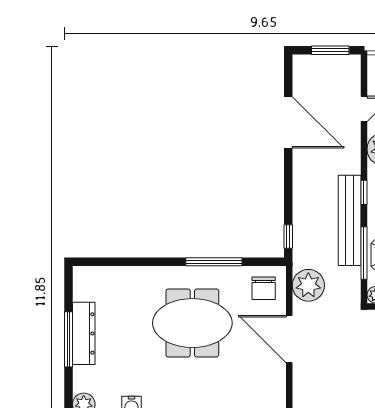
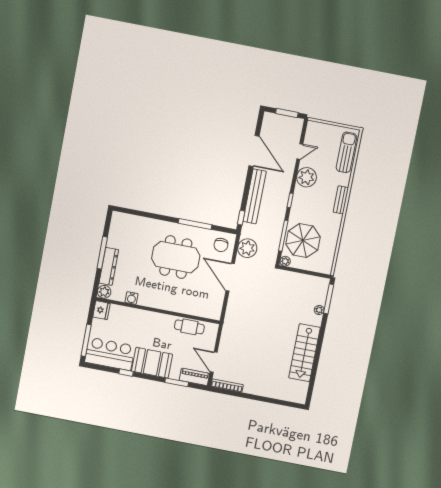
bench: (350, 220) -> (255, 196), moved
dresser: (84, 333) -> (109, 266), moved

